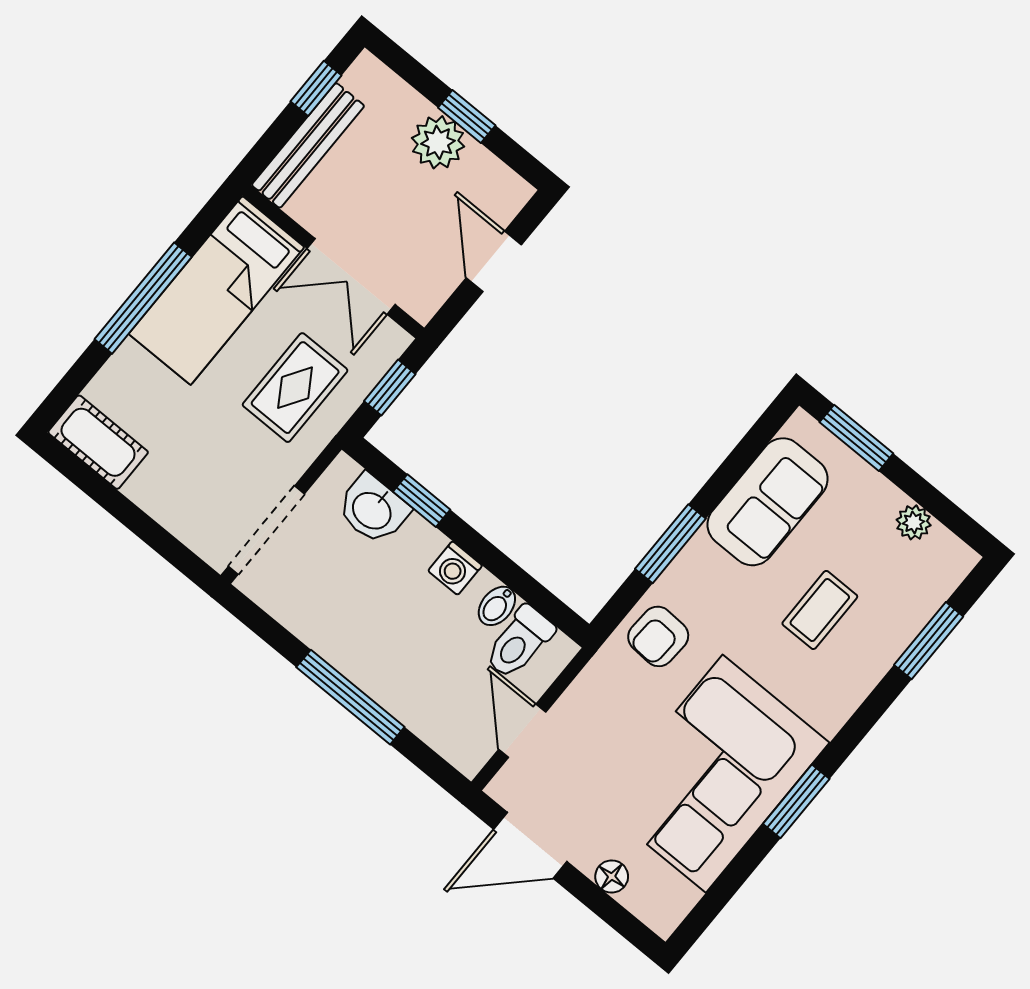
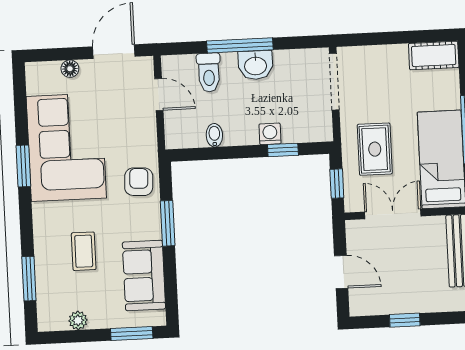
plant: (438, 142) -> (407, 299), removed
washbasin: (373, 510) -> (256, 65), moved, turned 180
washing machine: (455, 568) -> (270, 134), moved
toilet: (519, 642) -> (209, 73), moved, turned 180

